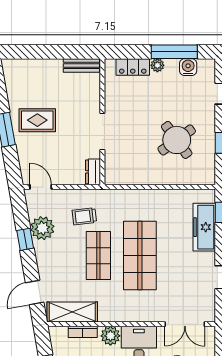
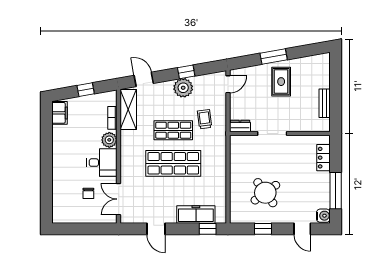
bench: (81, 65) -> (325, 103), moved
plant: (157, 65) -> (325, 177), removed
water cooler: (188, 67) -> (323, 216), moved
plant: (42, 228) -> (183, 88), moved

